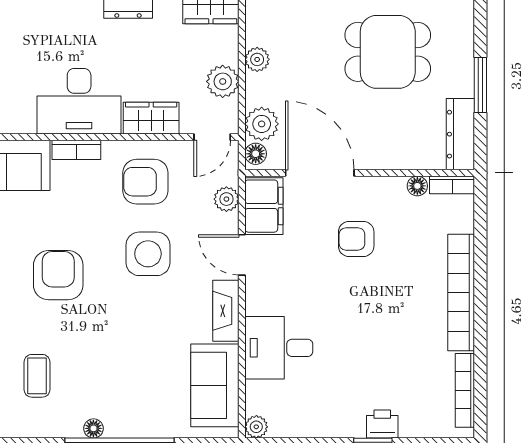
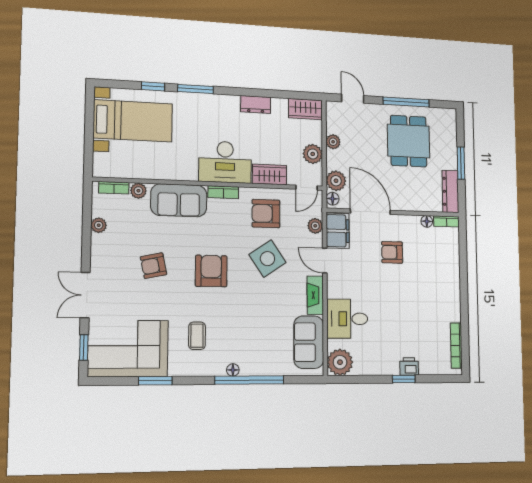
dining table: (388, 52) -> (409, 141), turned 90
side table: (148, 254) -> (267, 259), turned -34
bookcase: (461, 292) -> (453, 286), removed
plant: (256, 427) -> (340, 362), width x1.88, depth x1.88

